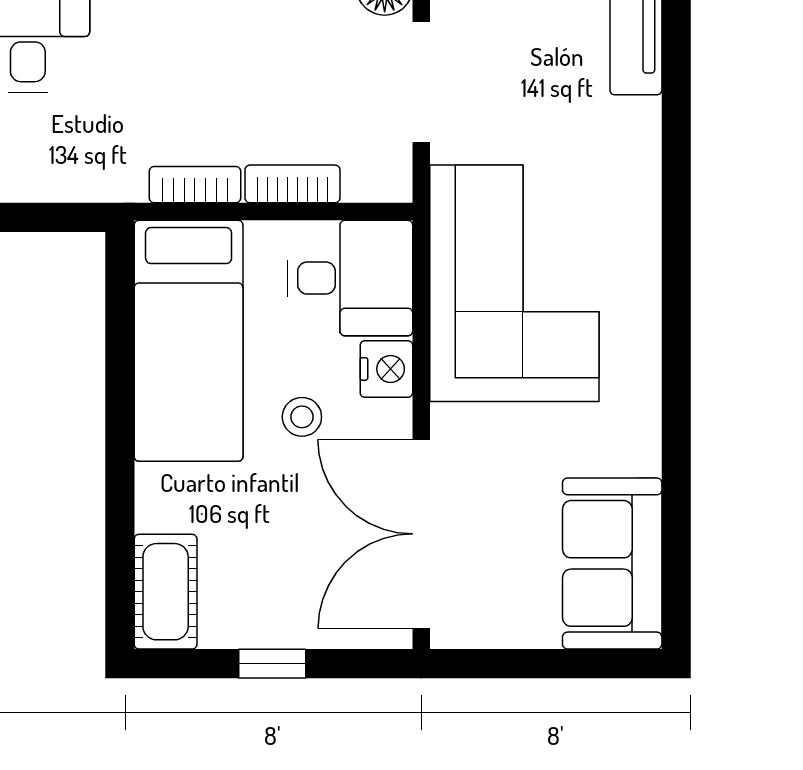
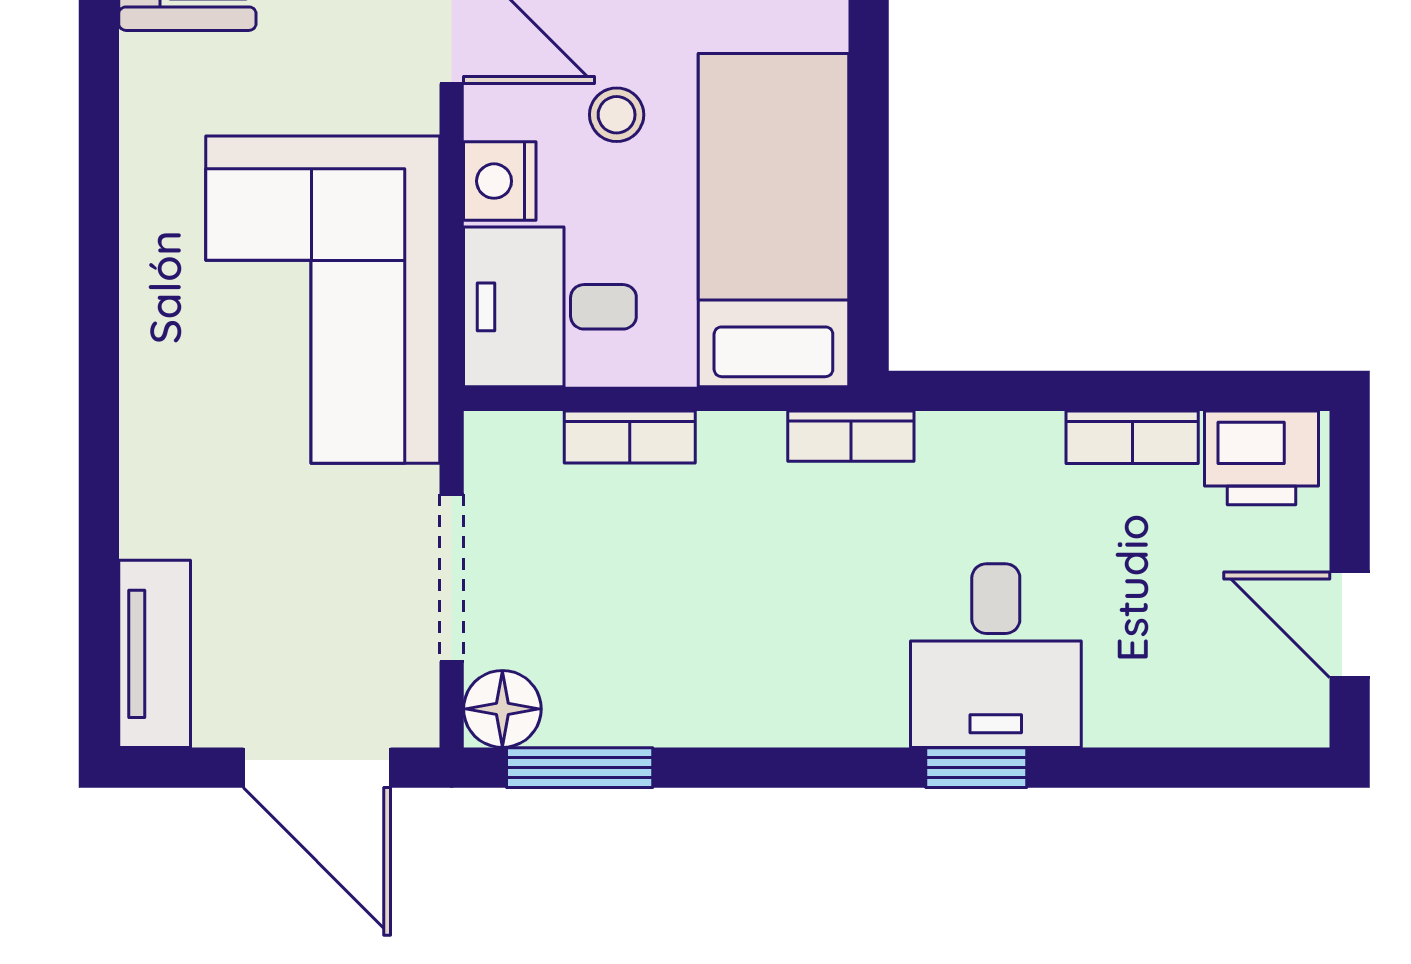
bookcase: (195, 185) -> (851, 436), moved

